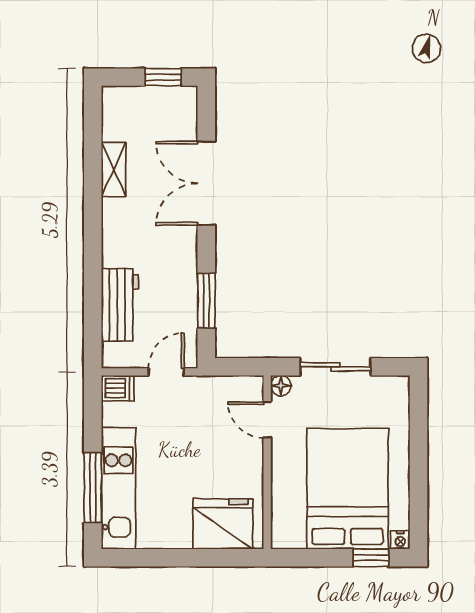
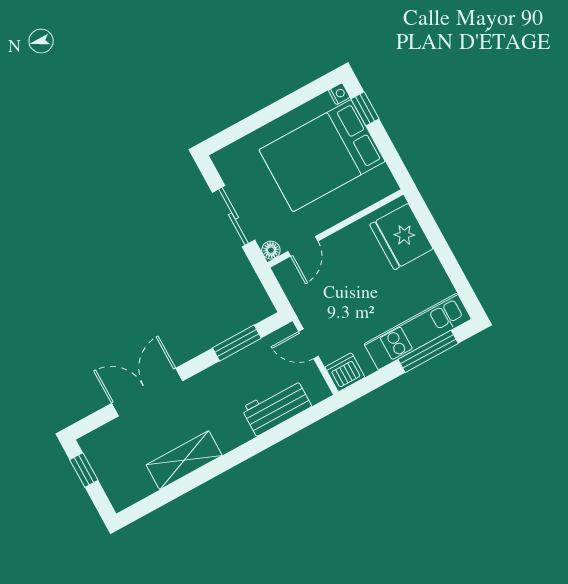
shelving: (114, 170) -> (184, 460), width x1.50, depth x1.33
double door: (206, 183) -> (147, 392), swing flipped
dishwasher: (118, 388) -> (345, 372), width x1.38

